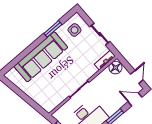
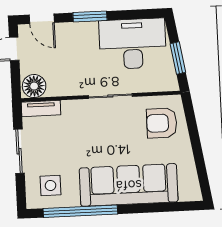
window: (53, 29) -> (80, 211), width x2.11
armchair: (47, 95) -> (162, 123), added

